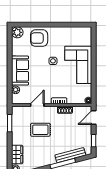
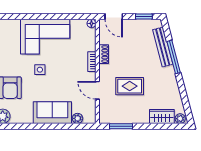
rug: (40, 130) -> (130, 86), turned 90

